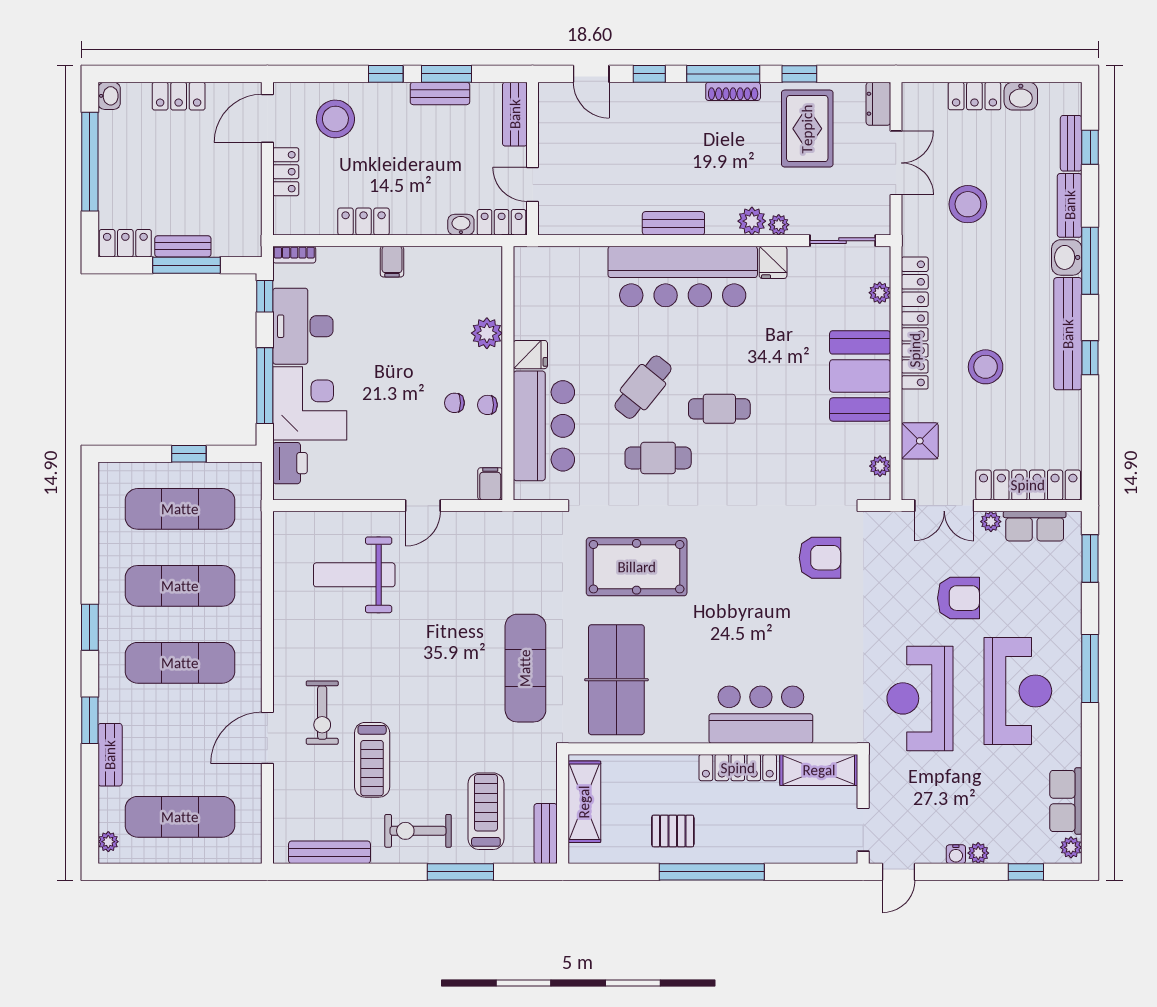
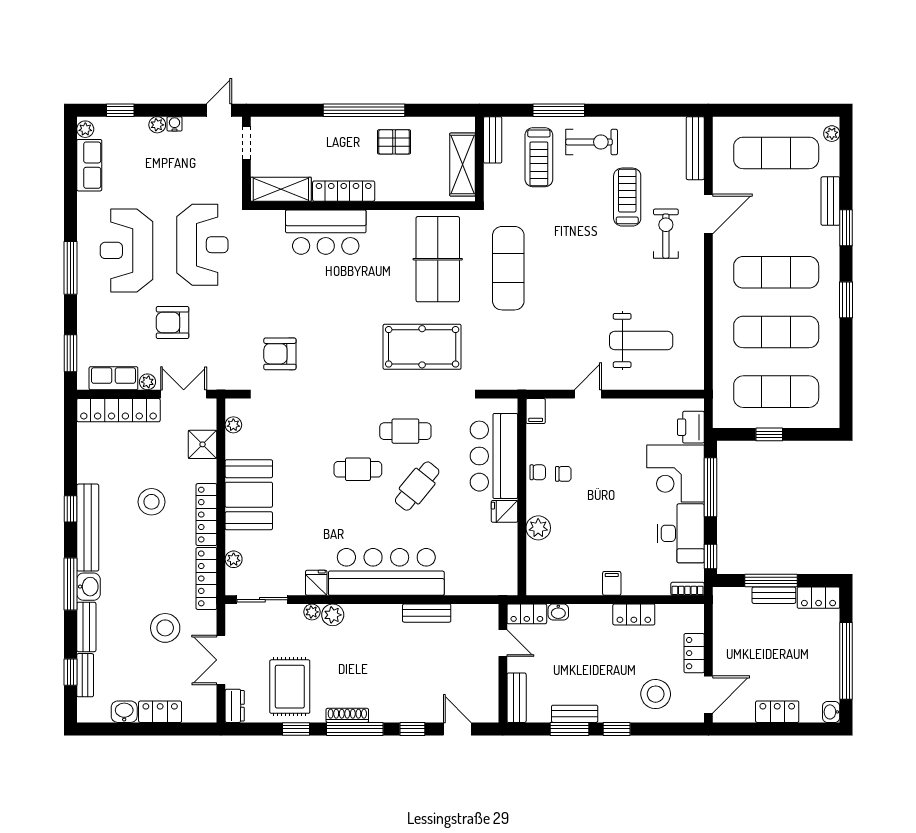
bench: (673, 223) -> (427, 613), moved
locker: (915, 282) -> (206, 578), width x1.53
bench: (329, 852) -> (695, 148), moved, turned 90

